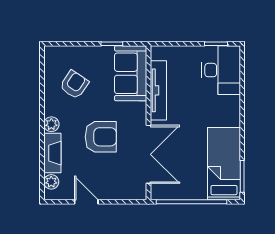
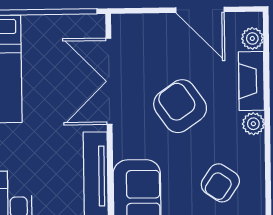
armchair: (101, 137) -> (180, 106), turned 55
door: (86, 202) -> (200, 10), width x1.38

